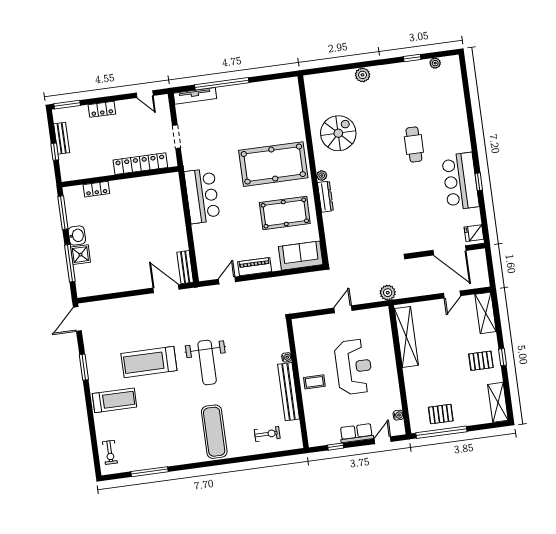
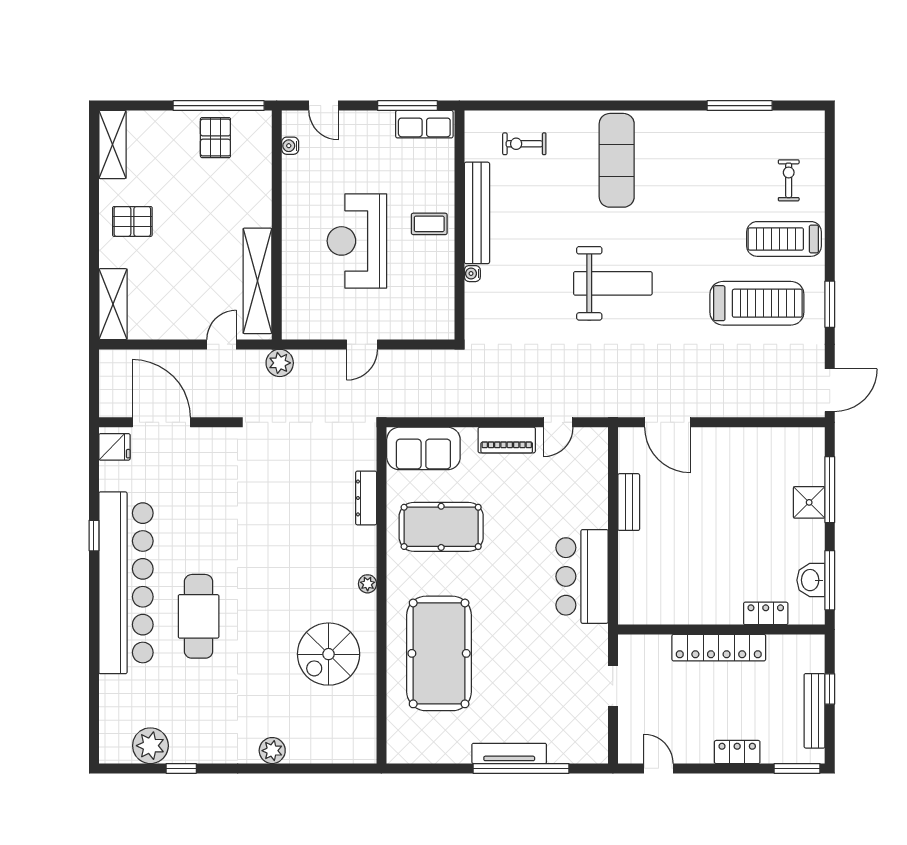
plant: (435, 63) -> (150, 746), width x1.88, depth x1.88
tv unit: (195, 96) -> (509, 753), moved
bench: (62, 138) -> (815, 711), width x1.36
cafe table: (414, 144) -> (199, 616), width x1.37, depth x1.35
locker: (140, 164) -> (719, 648), moved
pool table: (273, 164) -> (439, 653), moved, turned 90
bar counter: (460, 181) -> (126, 583), width x1.86
dresser: (325, 197) -> (366, 498), moved
washbasin: (77, 236) -> (811, 580), moved
bench: (185, 267) -> (629, 502), moved
door: (452, 295) -> (222, 344), moved
window: (502, 357) -> (94, 223), removed
treadmill: (149, 362) -> (757, 303), moved
weight bench: (207, 362) -> (613, 283), turned 90
pallet: (441, 414) -> (215, 138), turned 90
row of seats: (356, 433) -> (424, 124), moved
door: (383, 440) -> (324, 106), hinge flipped
window: (336, 447) -> (407, 106), width x2.17
exercise bike: (110, 452) -> (789, 180), moved

